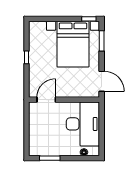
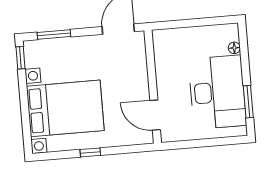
bed with nightstands: (73, 44) -> (65, 108), moved
desk: (83, 124) -> (217, 92), moved, turned 90

